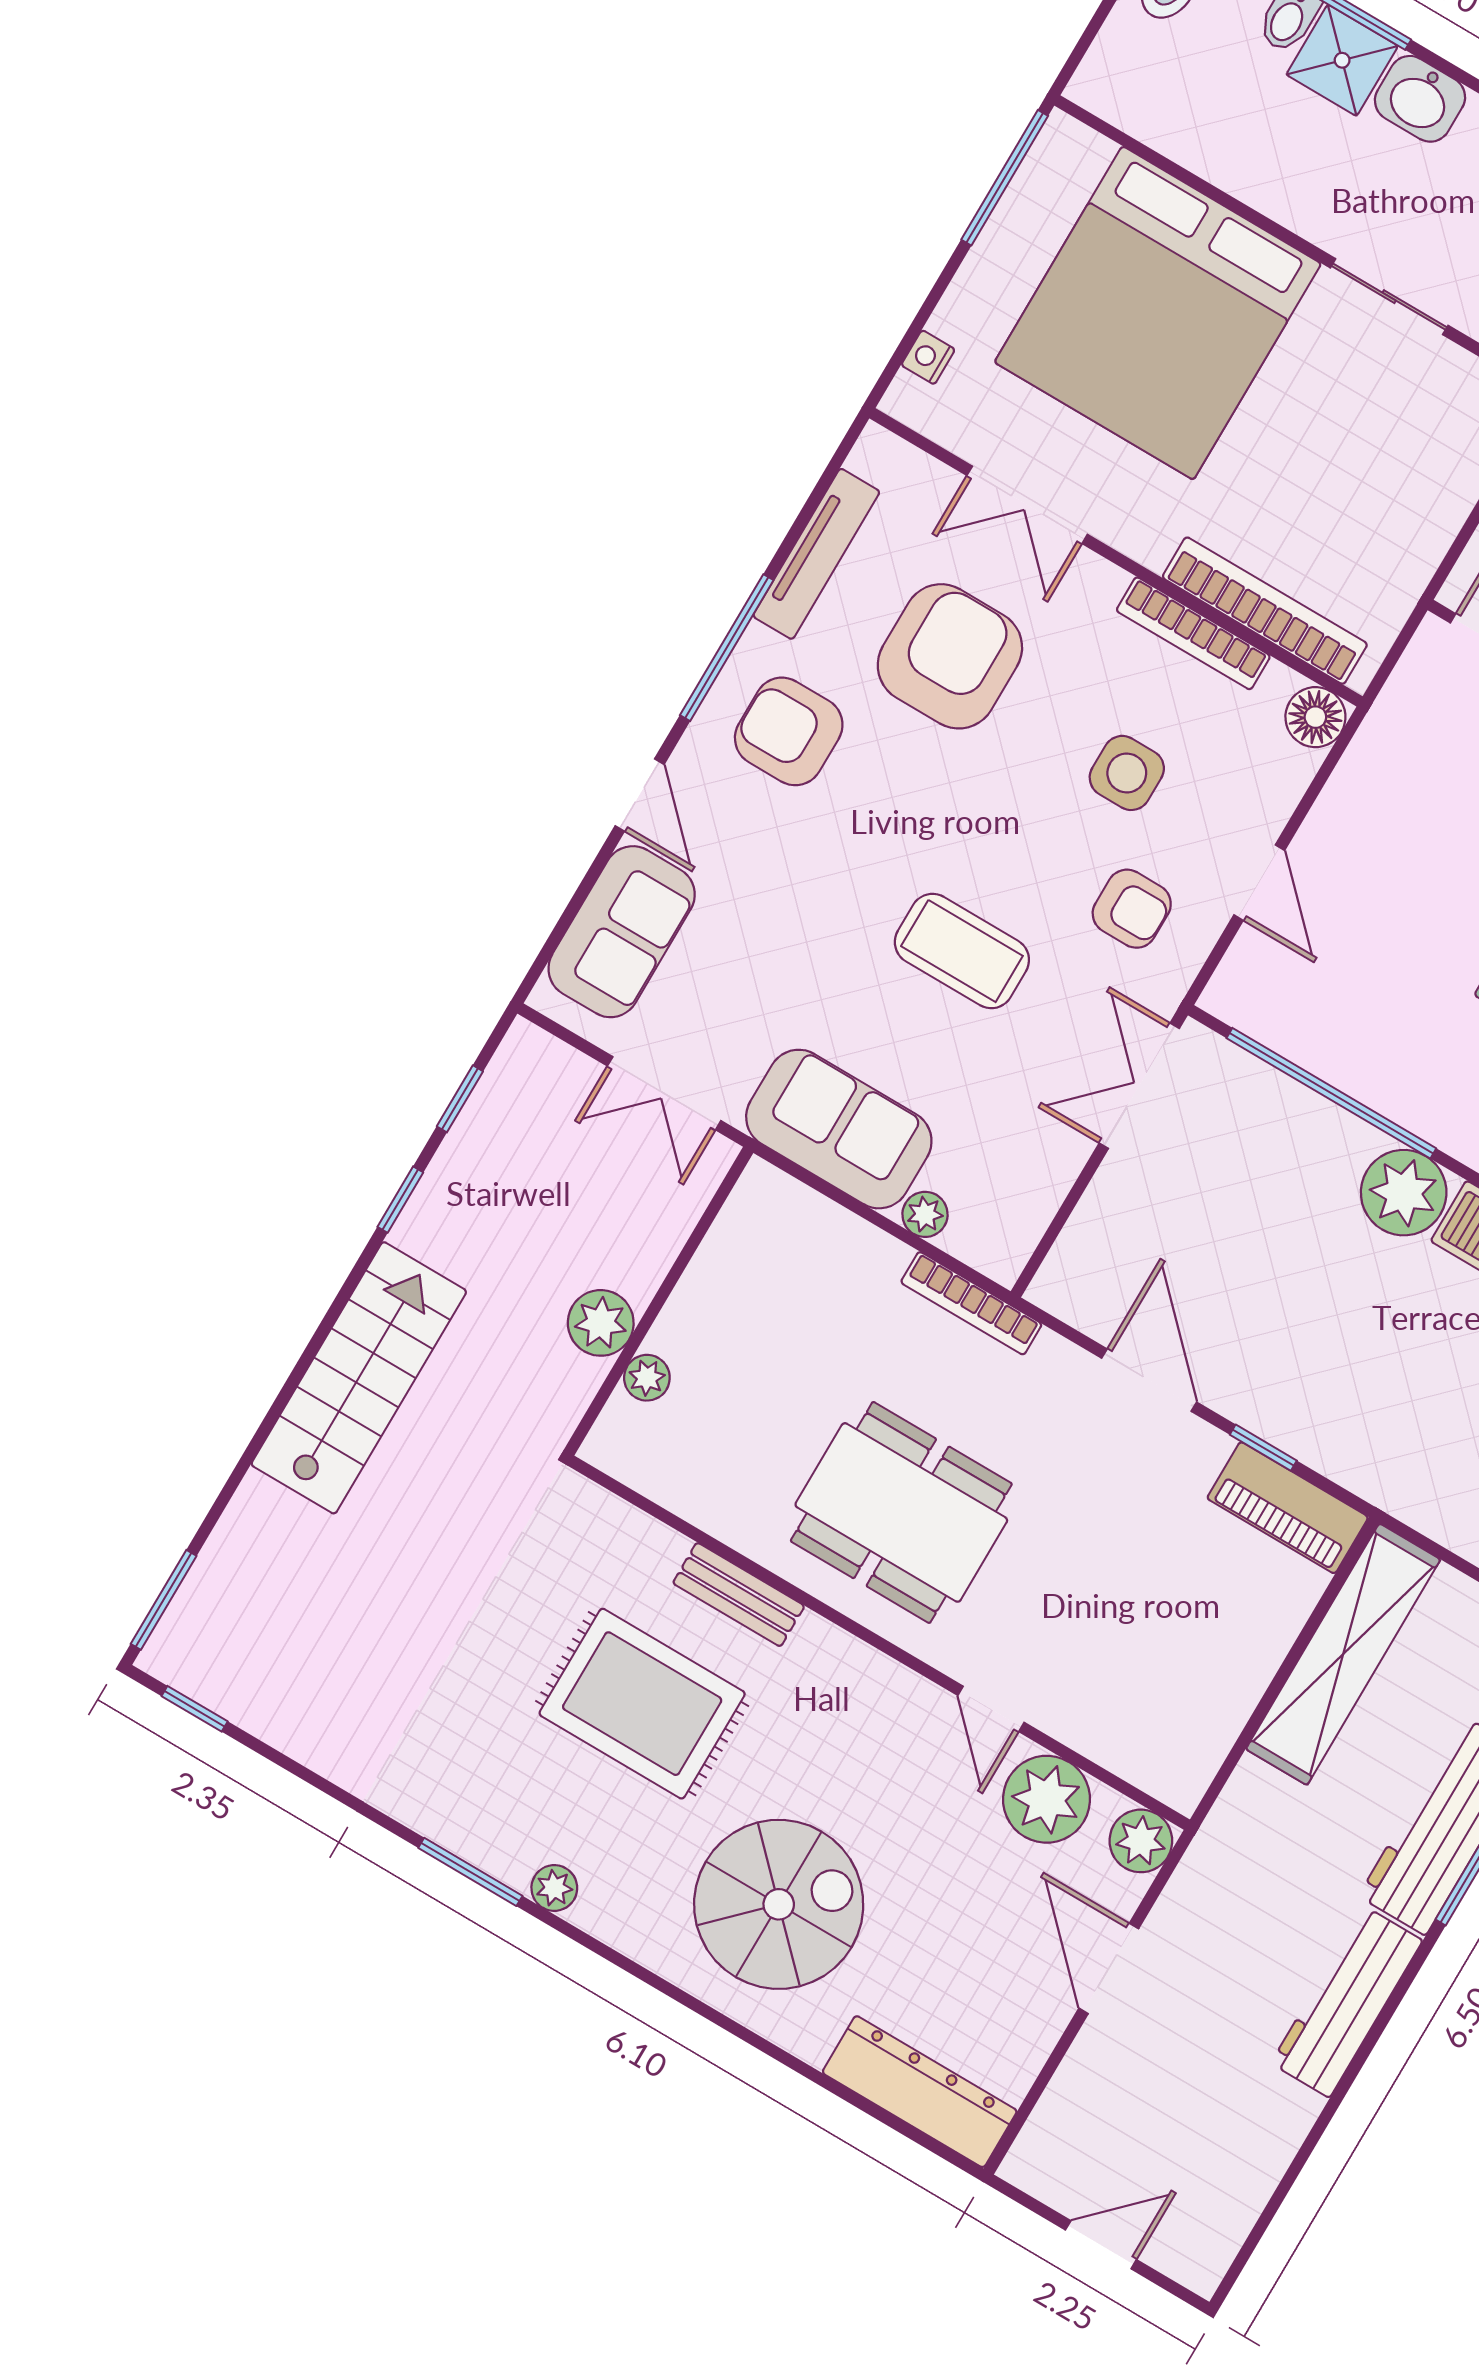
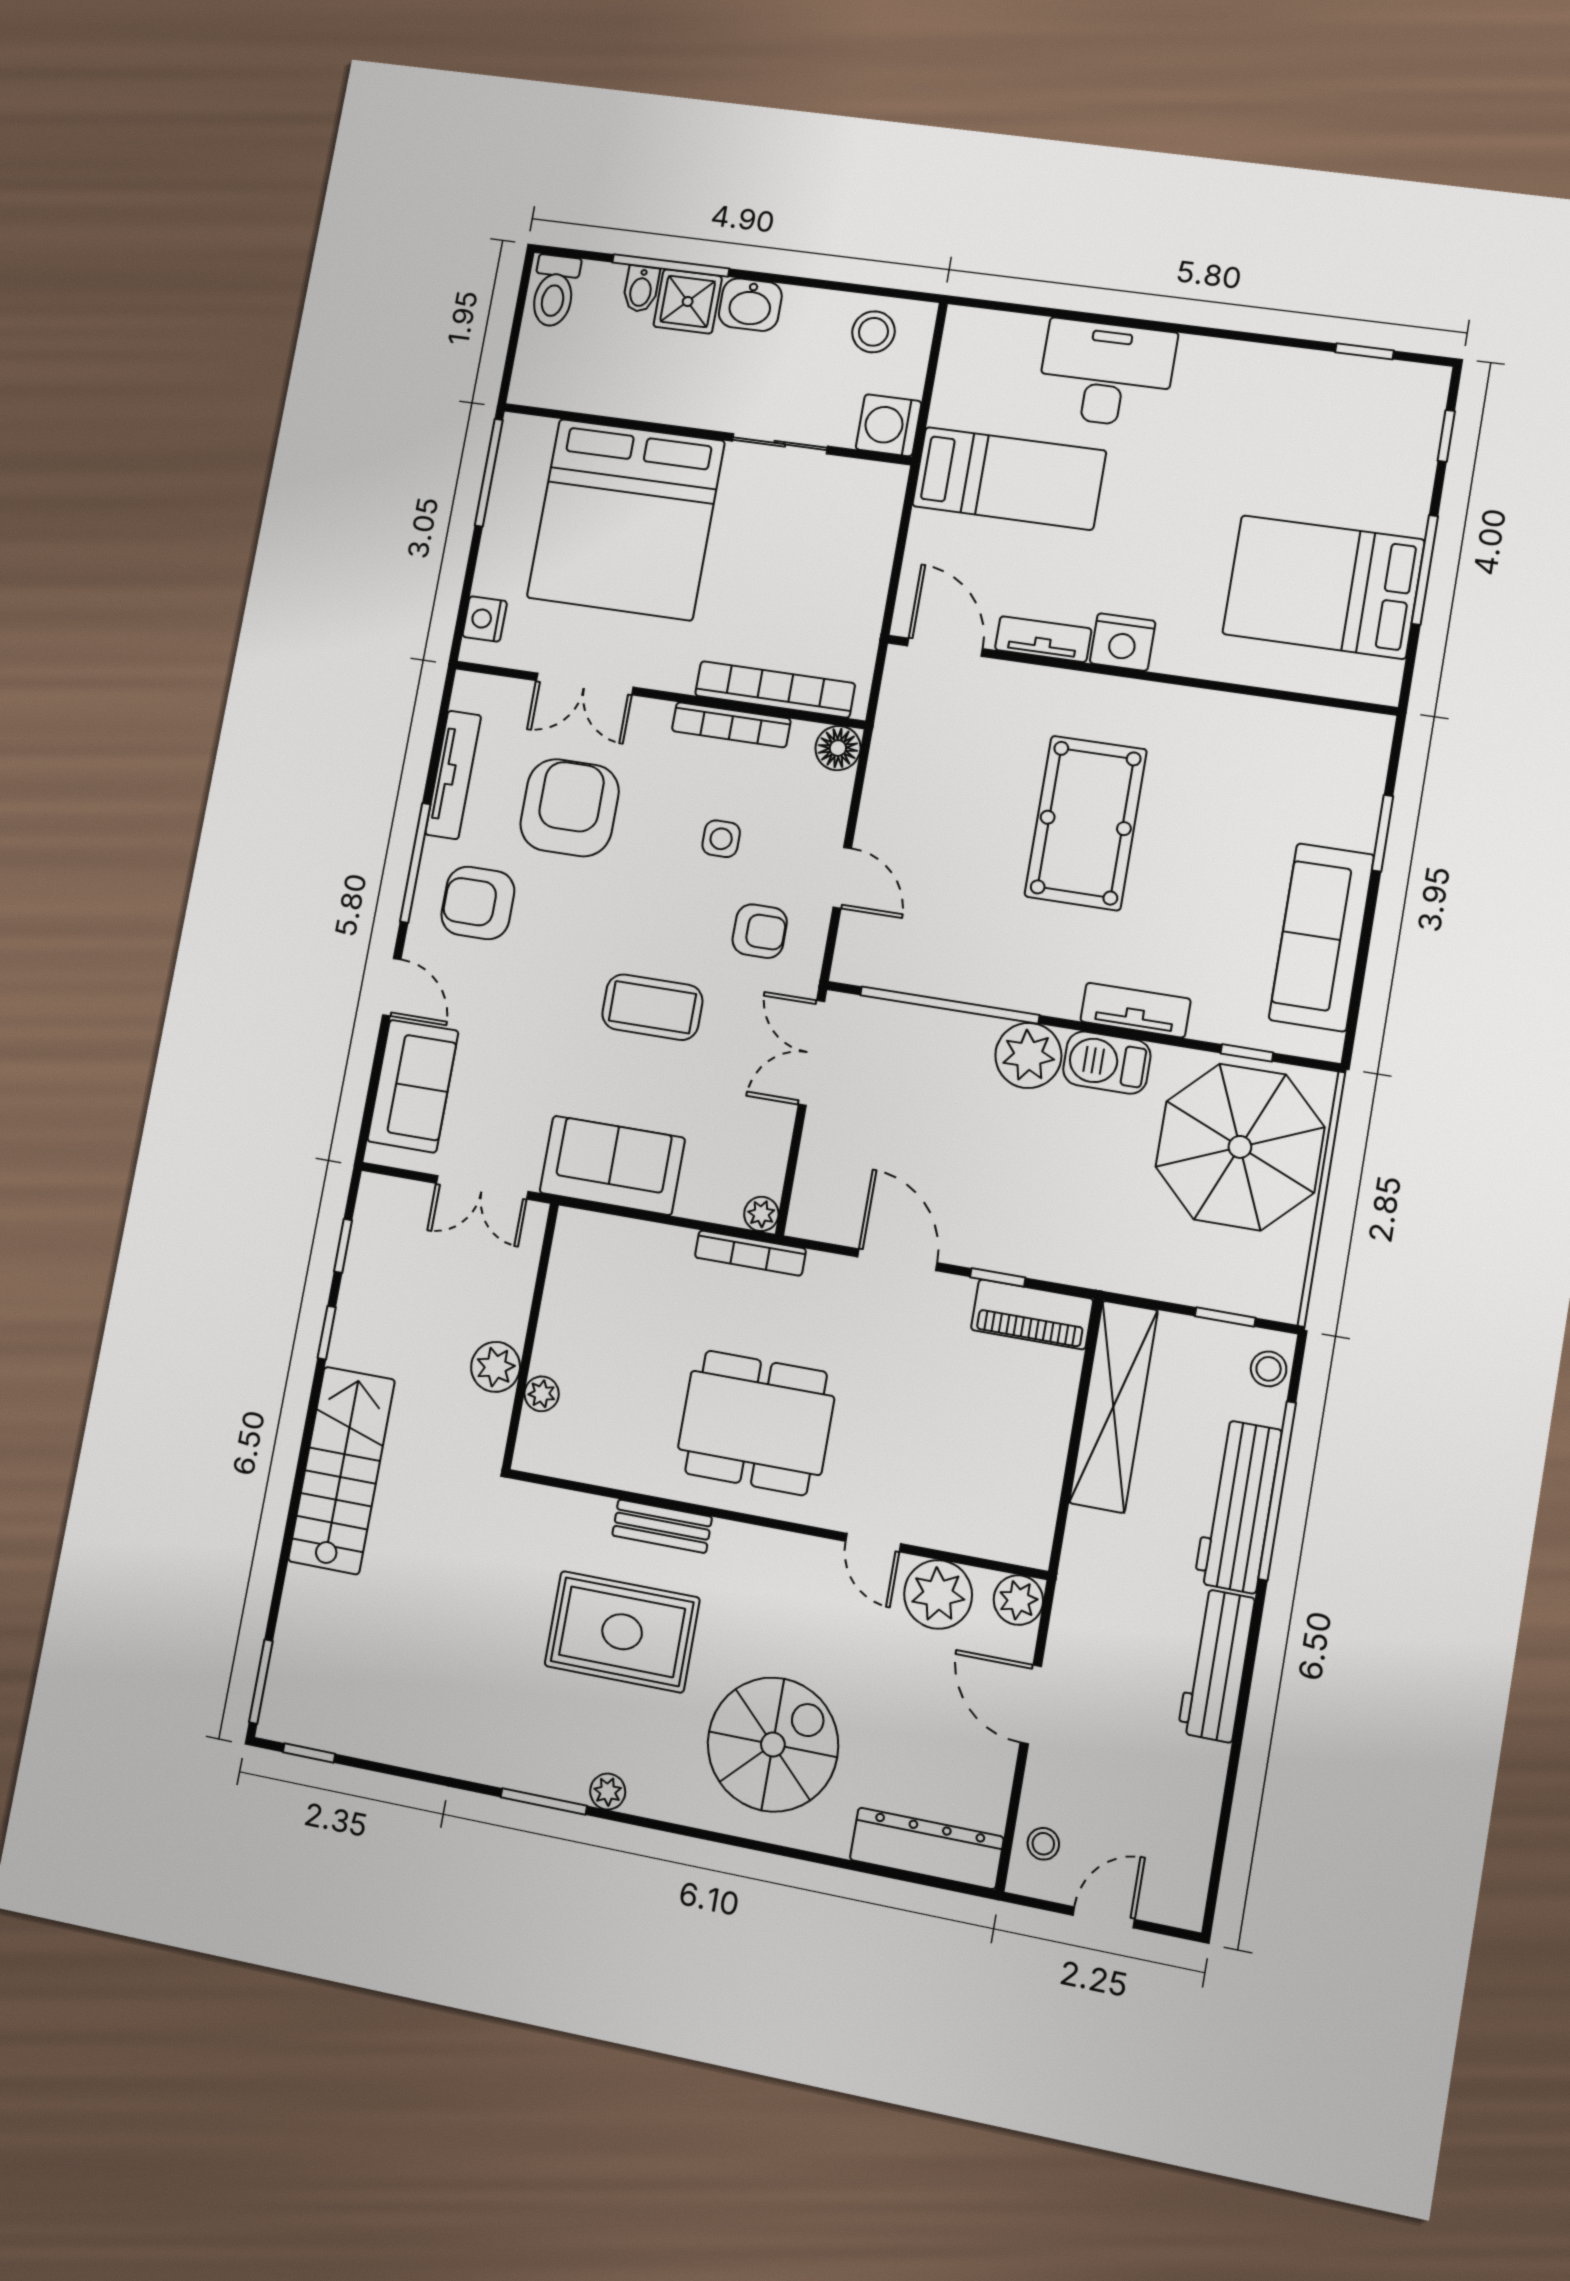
nightstand: (928, 357) -> (485, 619), width x1.39, depth x1.35
side table: (1127, 773) -> (721, 839), width x0.73, depth x0.73
plant: (925, 1214) -> (761, 1214), moved
stool: (1062, 2135) -> (1043, 1844), added

